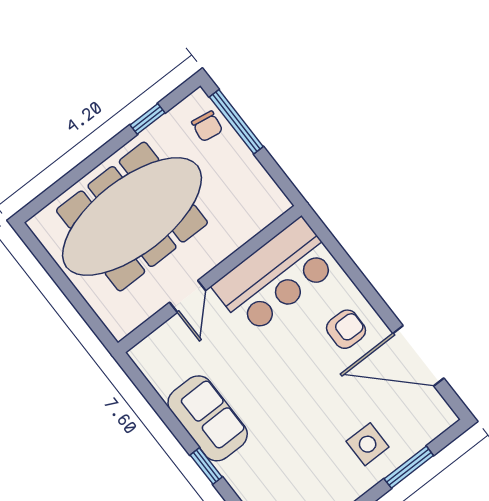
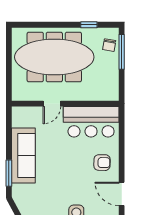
door: (418, 356) -> (122, 194), width x0.73
sofa: (208, 418) -> (23, 156), width x1.36
window: (206, 466) -> (9, 173), width x1.50

